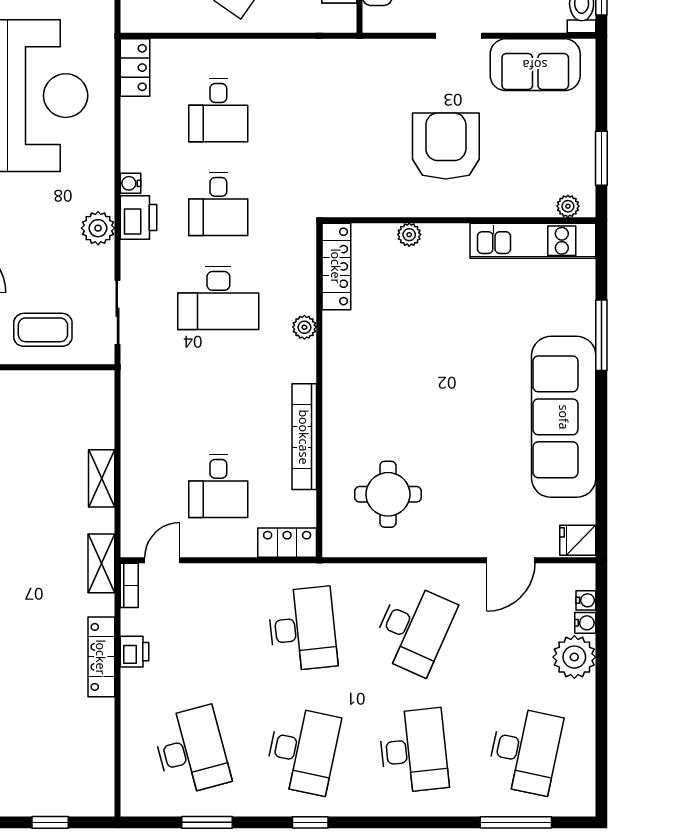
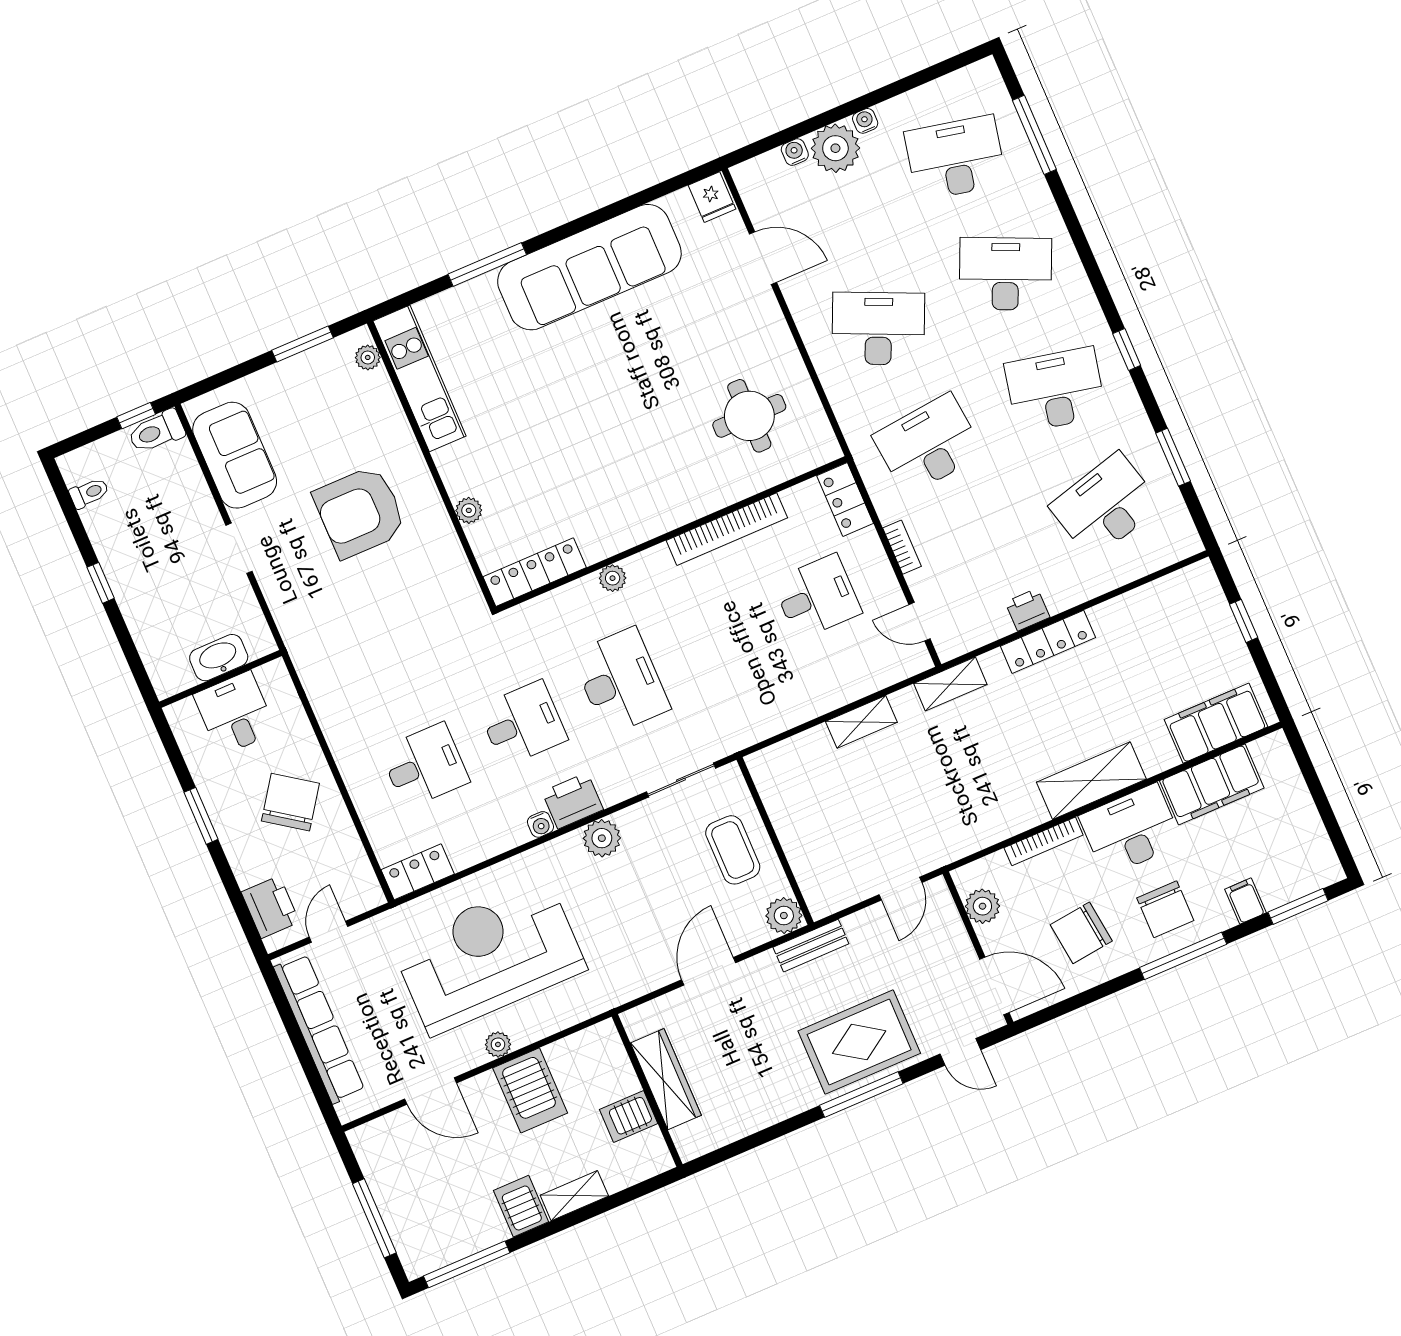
bookcase: (129, 585) -> (902, 547), moved, turned 90
water cooler: (586, 600) -> (865, 121), moved
desk: (414, 751) -> (1005, 274), turned 30

